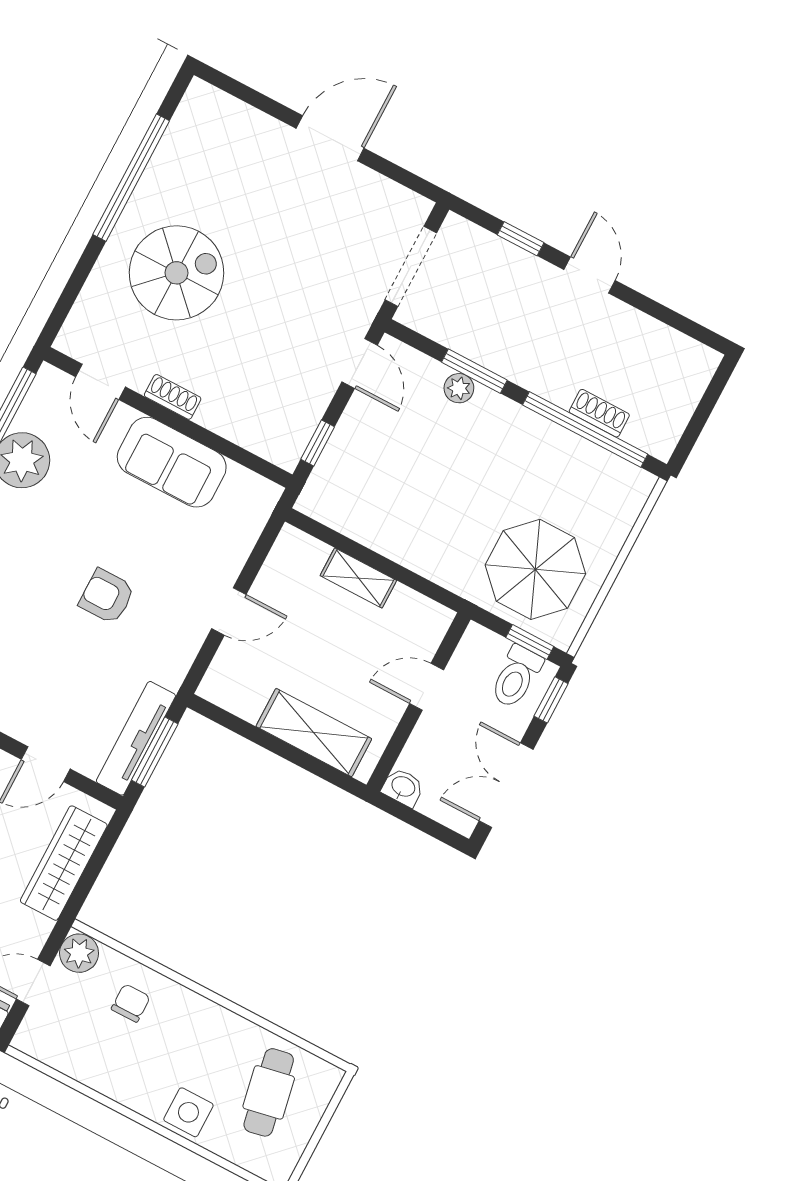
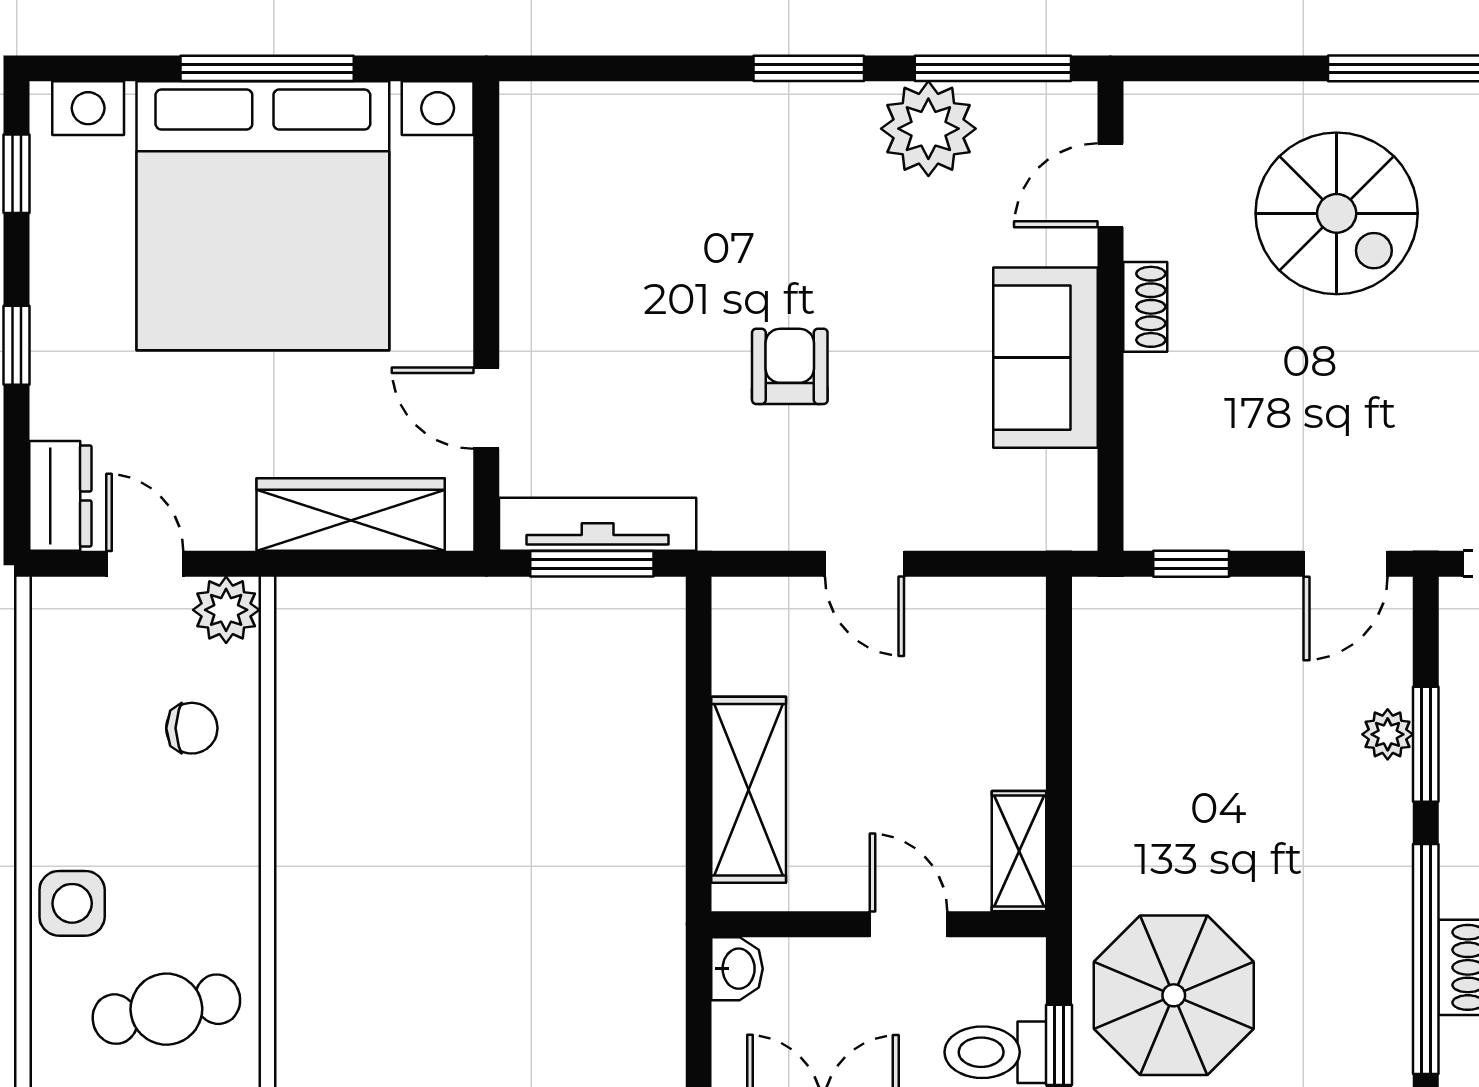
shelving: (358, 578) -> (1019, 851), moved

